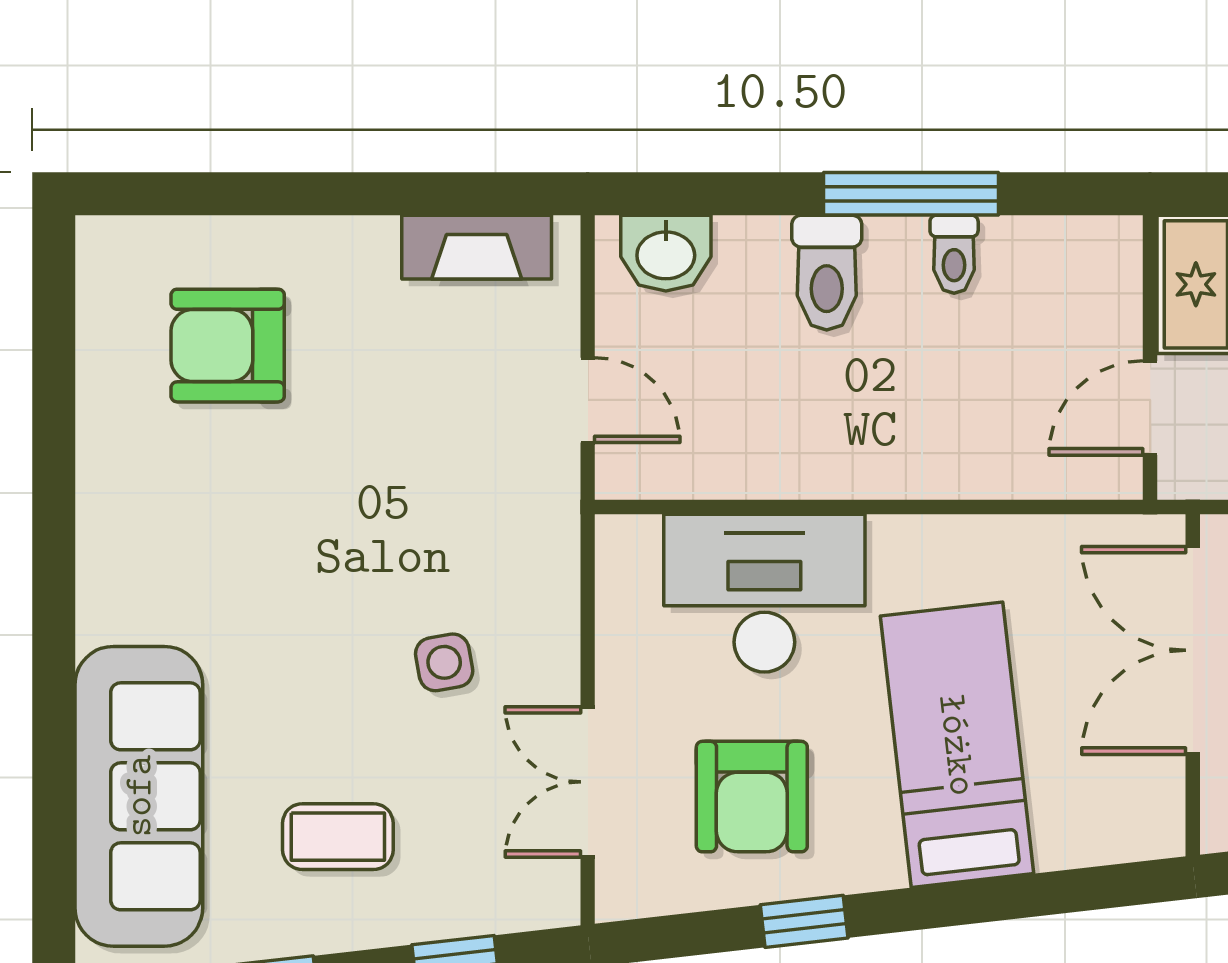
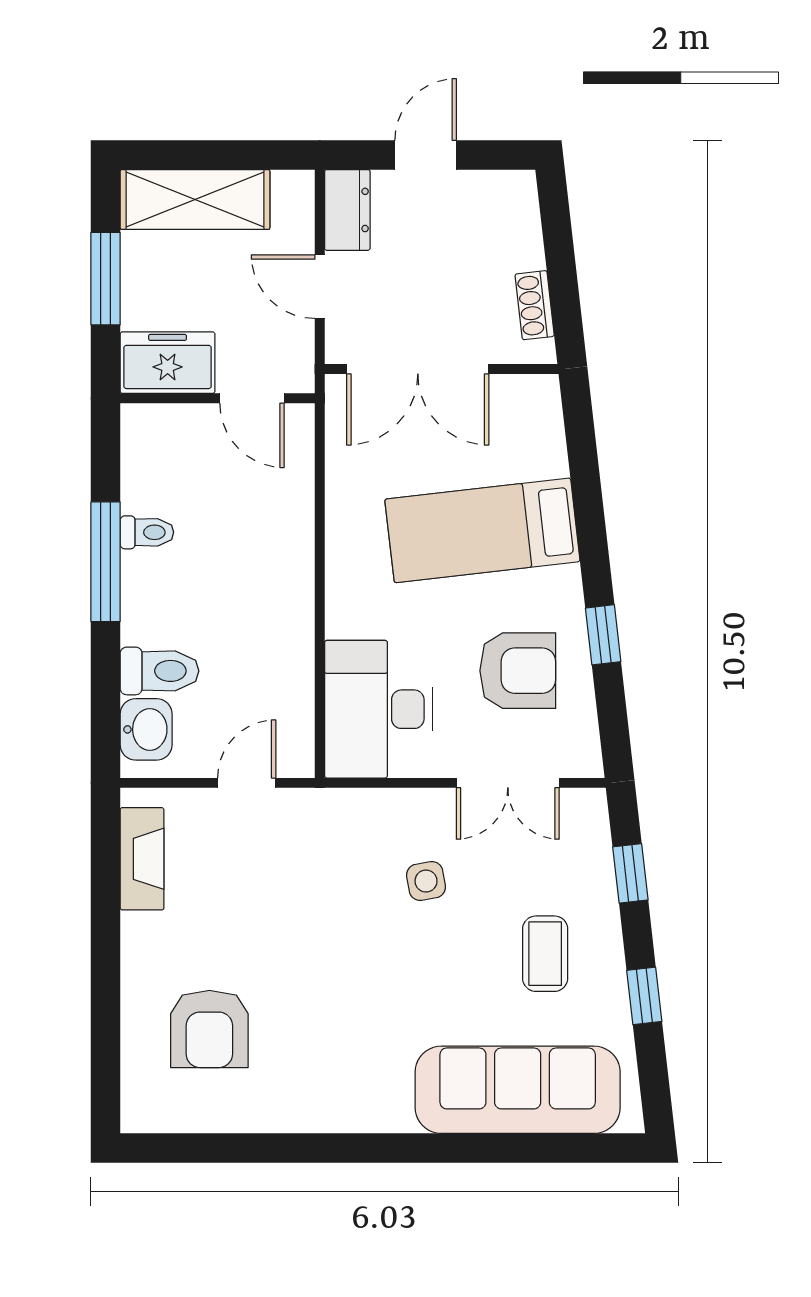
toilet: (827, 273) -> (159, 671), moved
desk: (764, 593) -> (379, 709), moved

